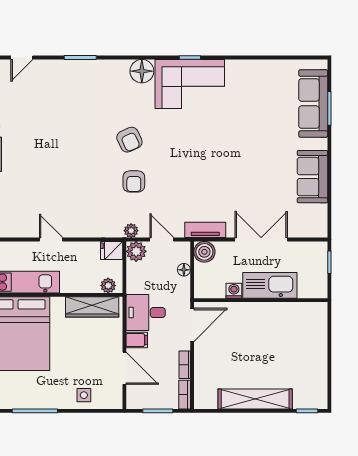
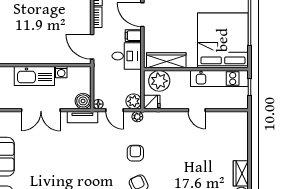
floor lamp: (184, 270) -> (98, 104), moved
plant: (108, 286) -> (159, 81), width x1.88, depth x1.88
door: (192, 325) -> (92, 47), hinge flipped

